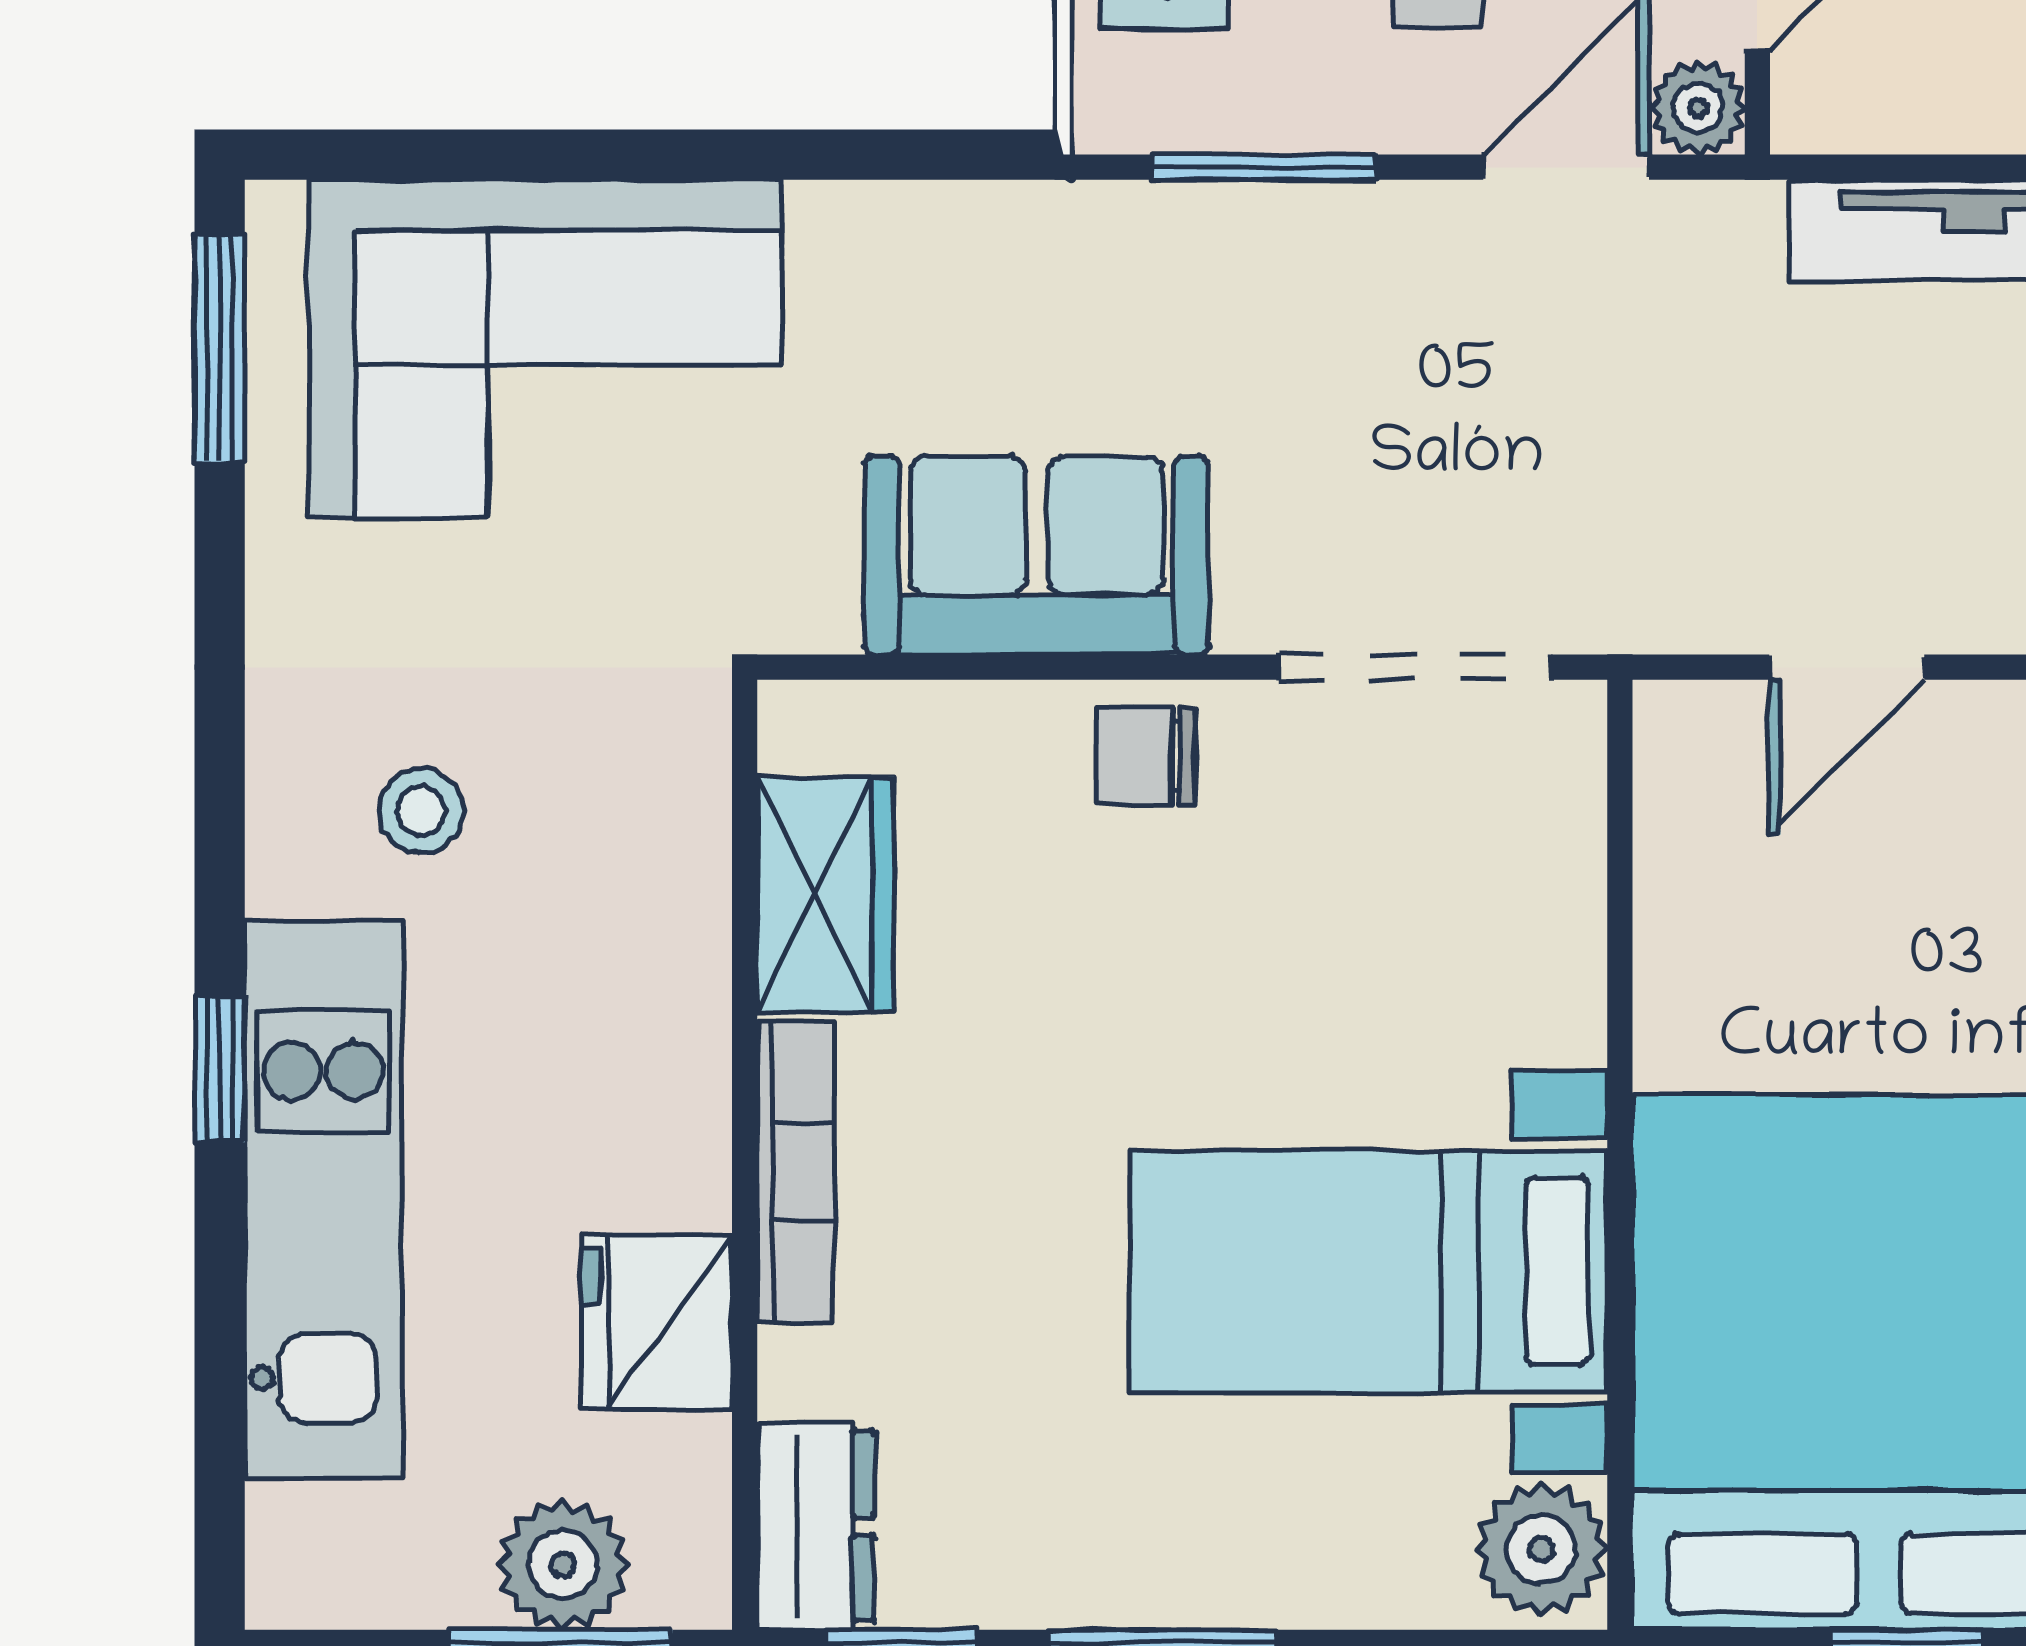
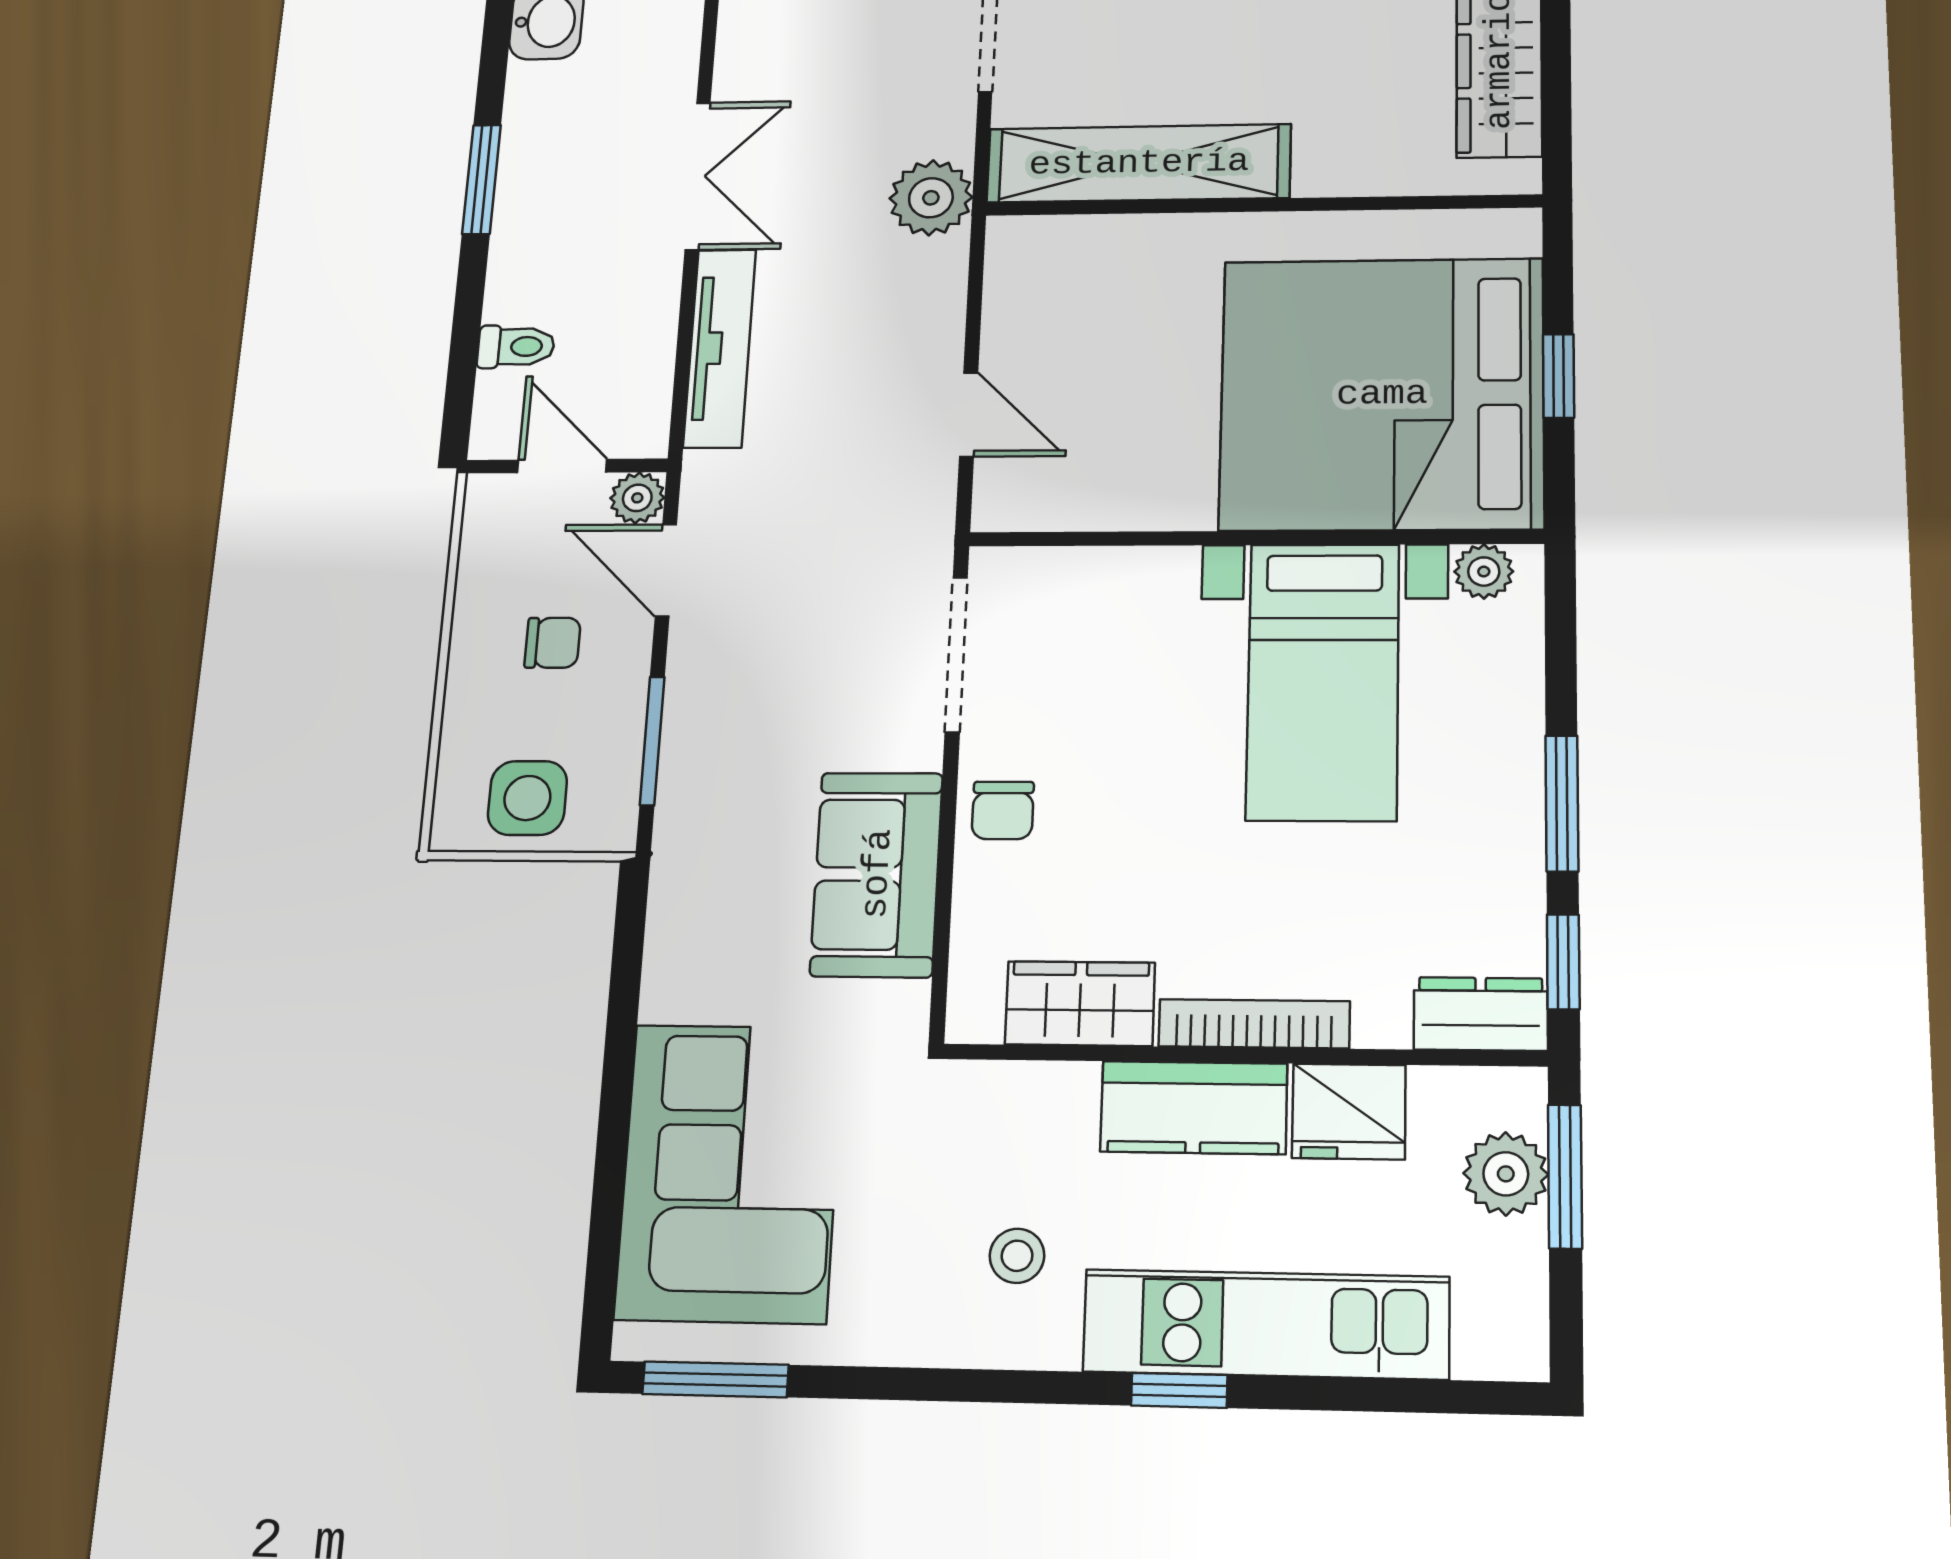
kitchen counter: (660, 1080) -> (1194, 1108), added
plant: (1541, 1549) -> (1484, 572), width x0.73, depth x0.73

